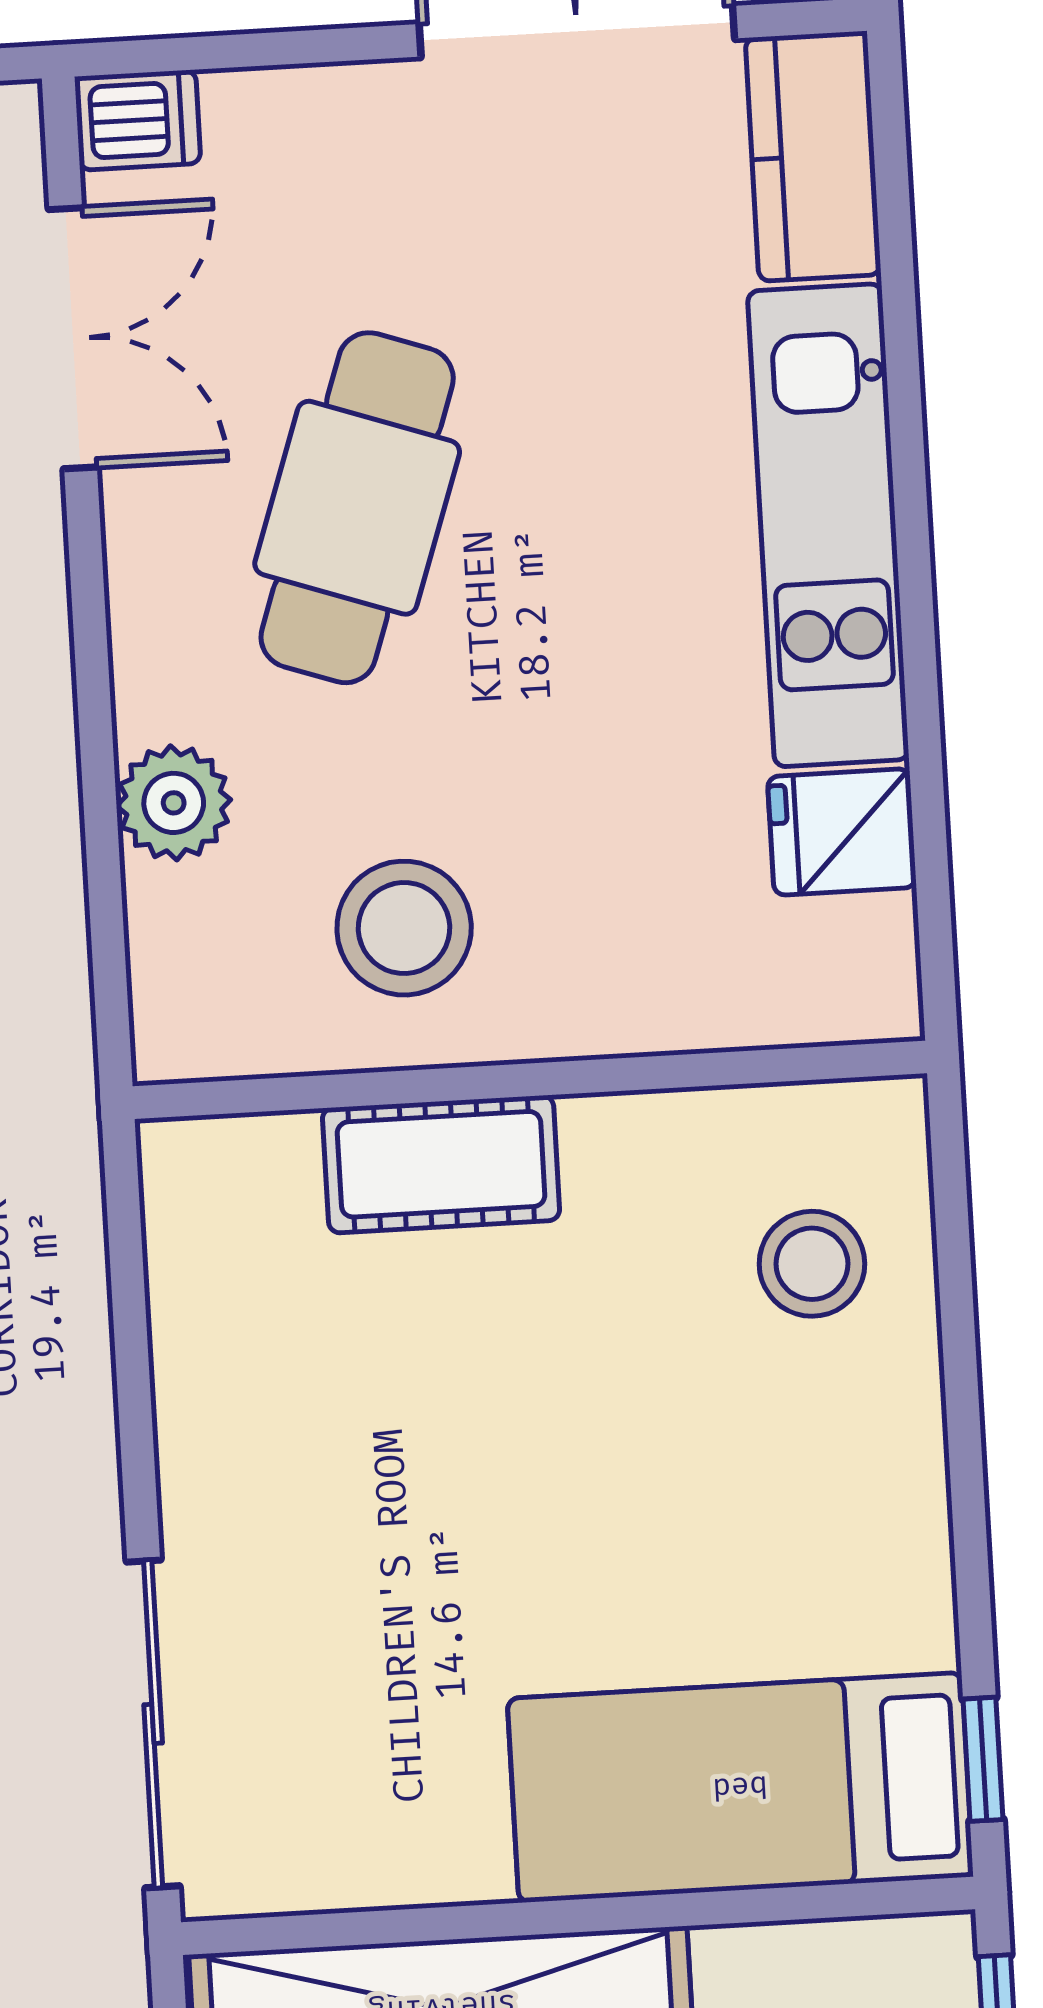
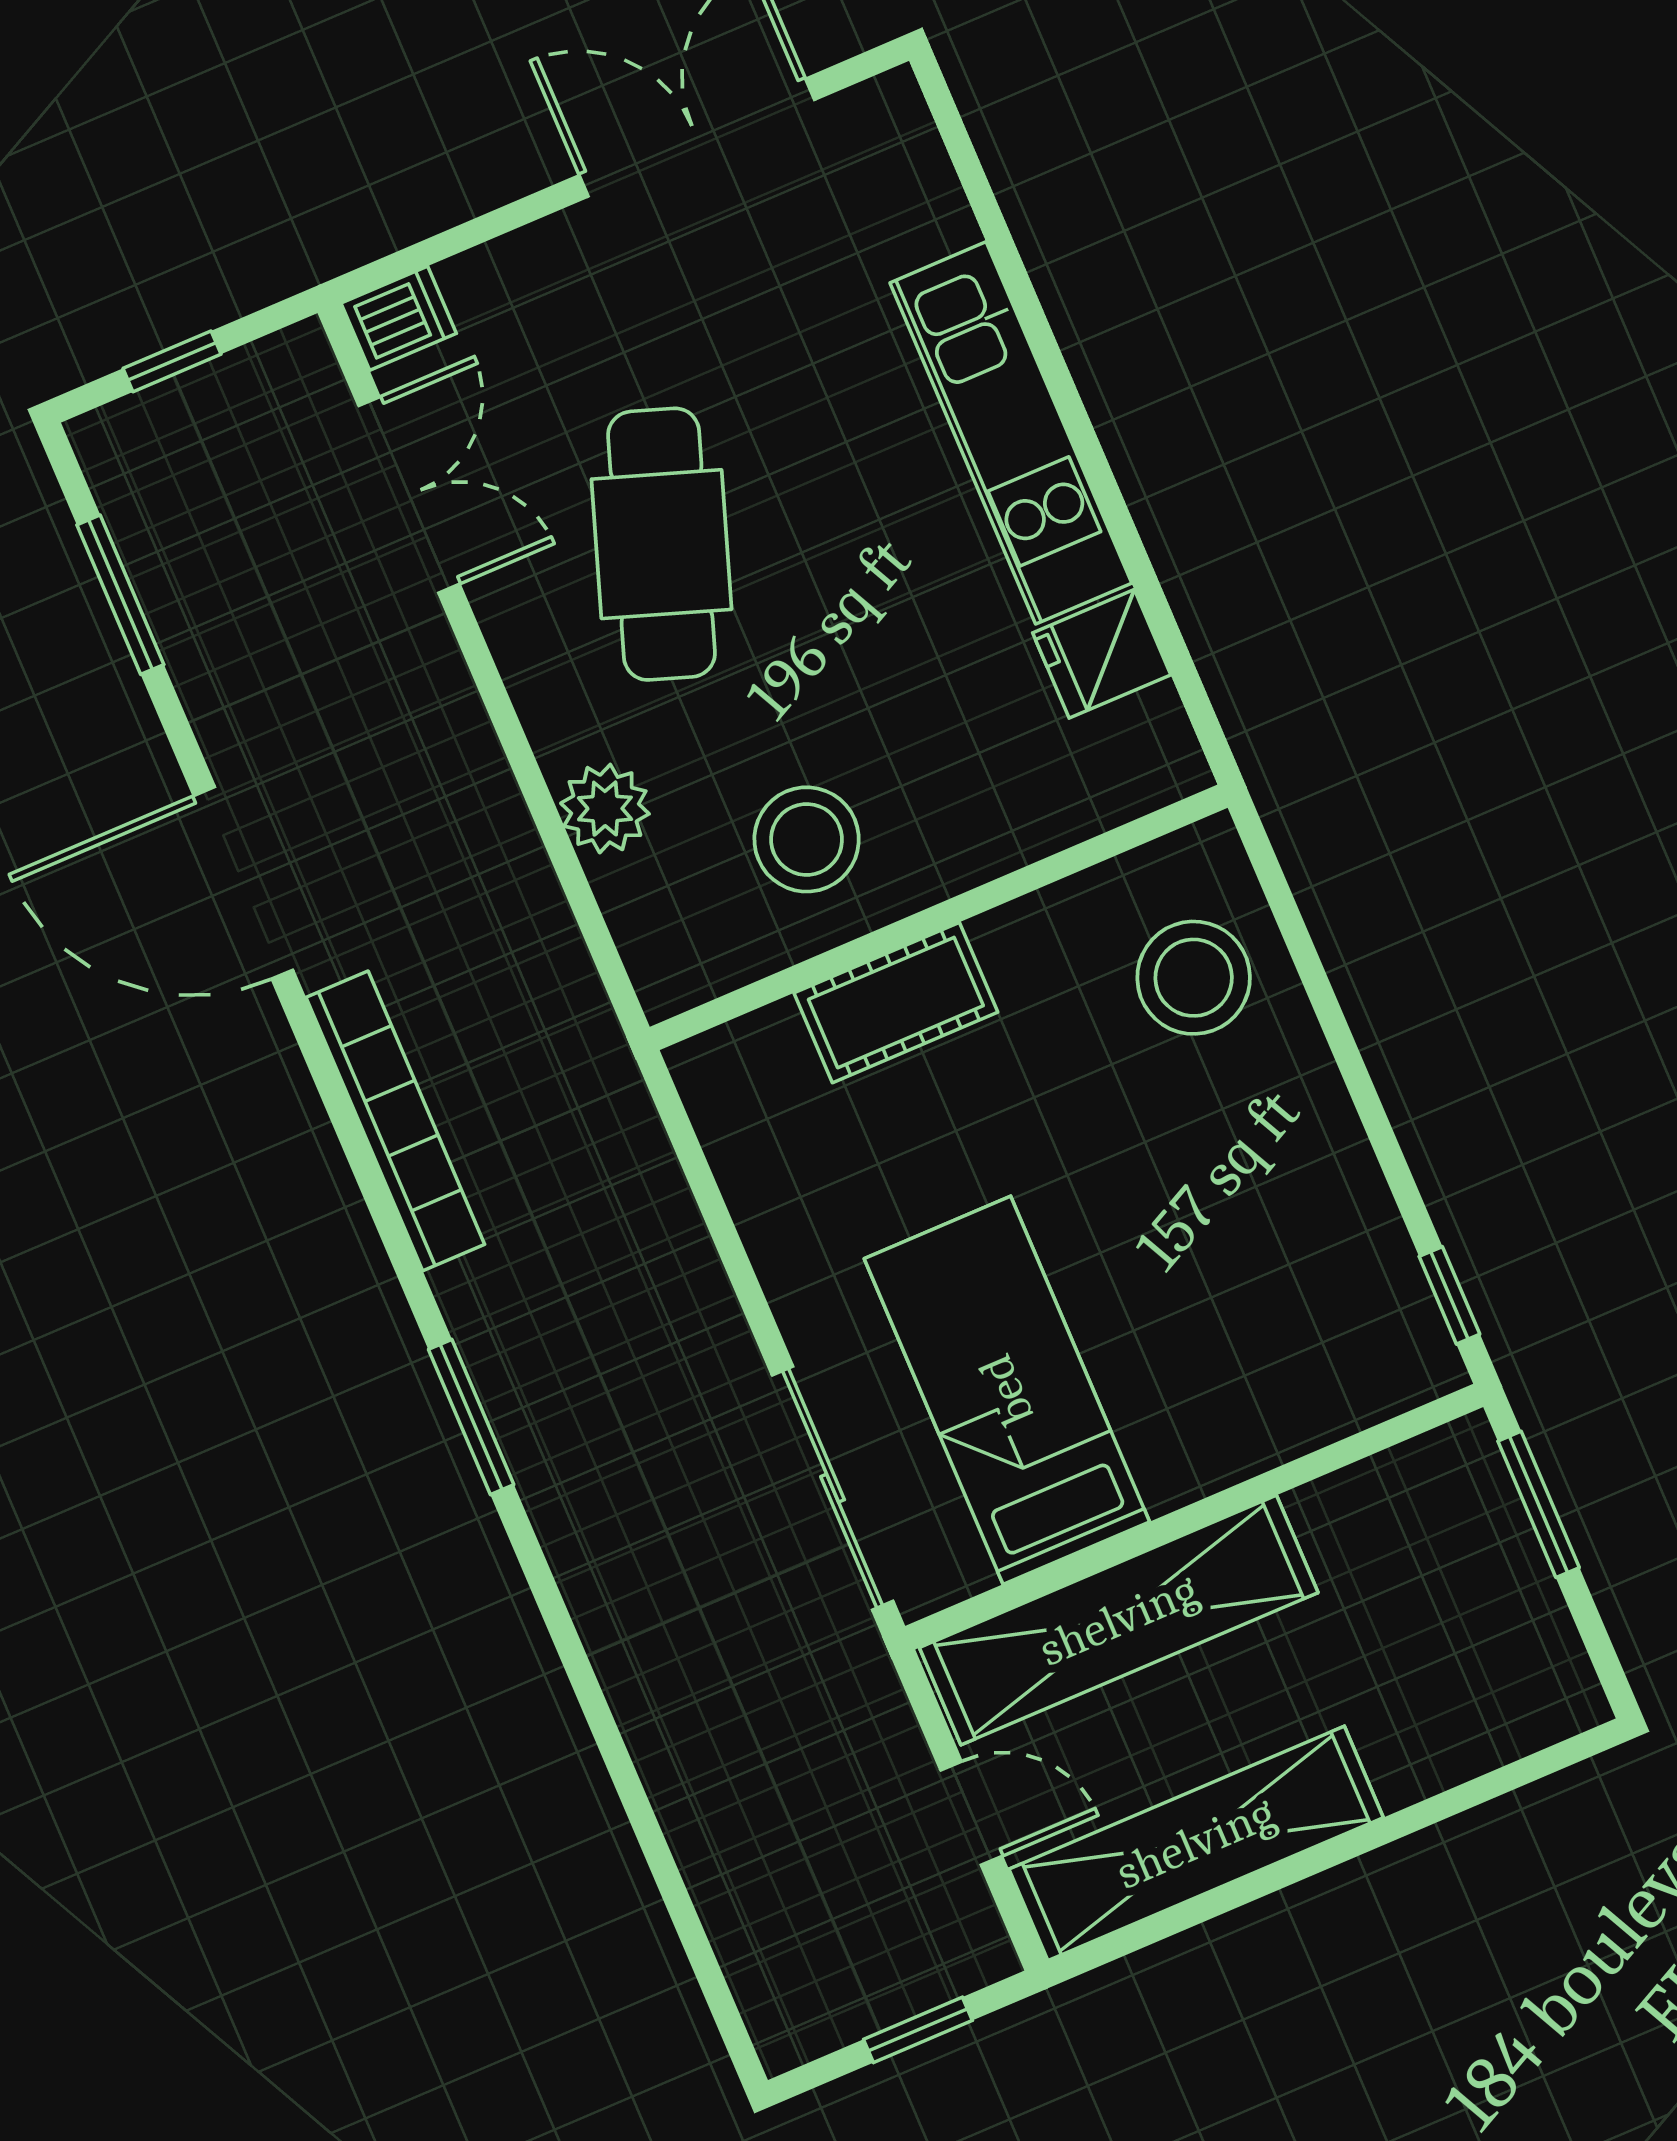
kitchen counter: (813, 156) -> (903, 167), removed
stool: (812, 1264) -> (1194, 978), width x1.38, depth x1.38
bed: (740, 1787) -> (1007, 1390), moved, turned 90

